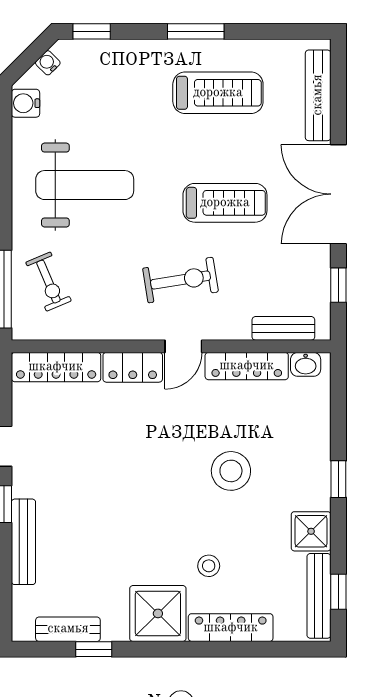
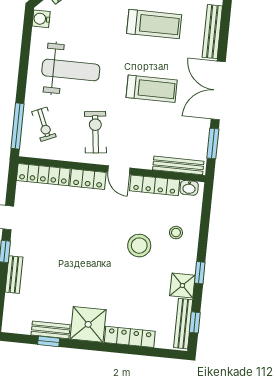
exercise bike: (180, 280) -> (95, 132), moved, turned -88
window: (338, 285) -> (213, 143), width x1.50
bench: (283, 328) -> (178, 165), width x1.36
door: (183, 346) -> (119, 170), hinge flipped
window: (338, 479) -> (200, 273), moved
bench: (23, 542) -> (14, 275), width x0.73
stool: (209, 566) -> (176, 233), moved
bench: (68, 629) -> (51, 330), moved

